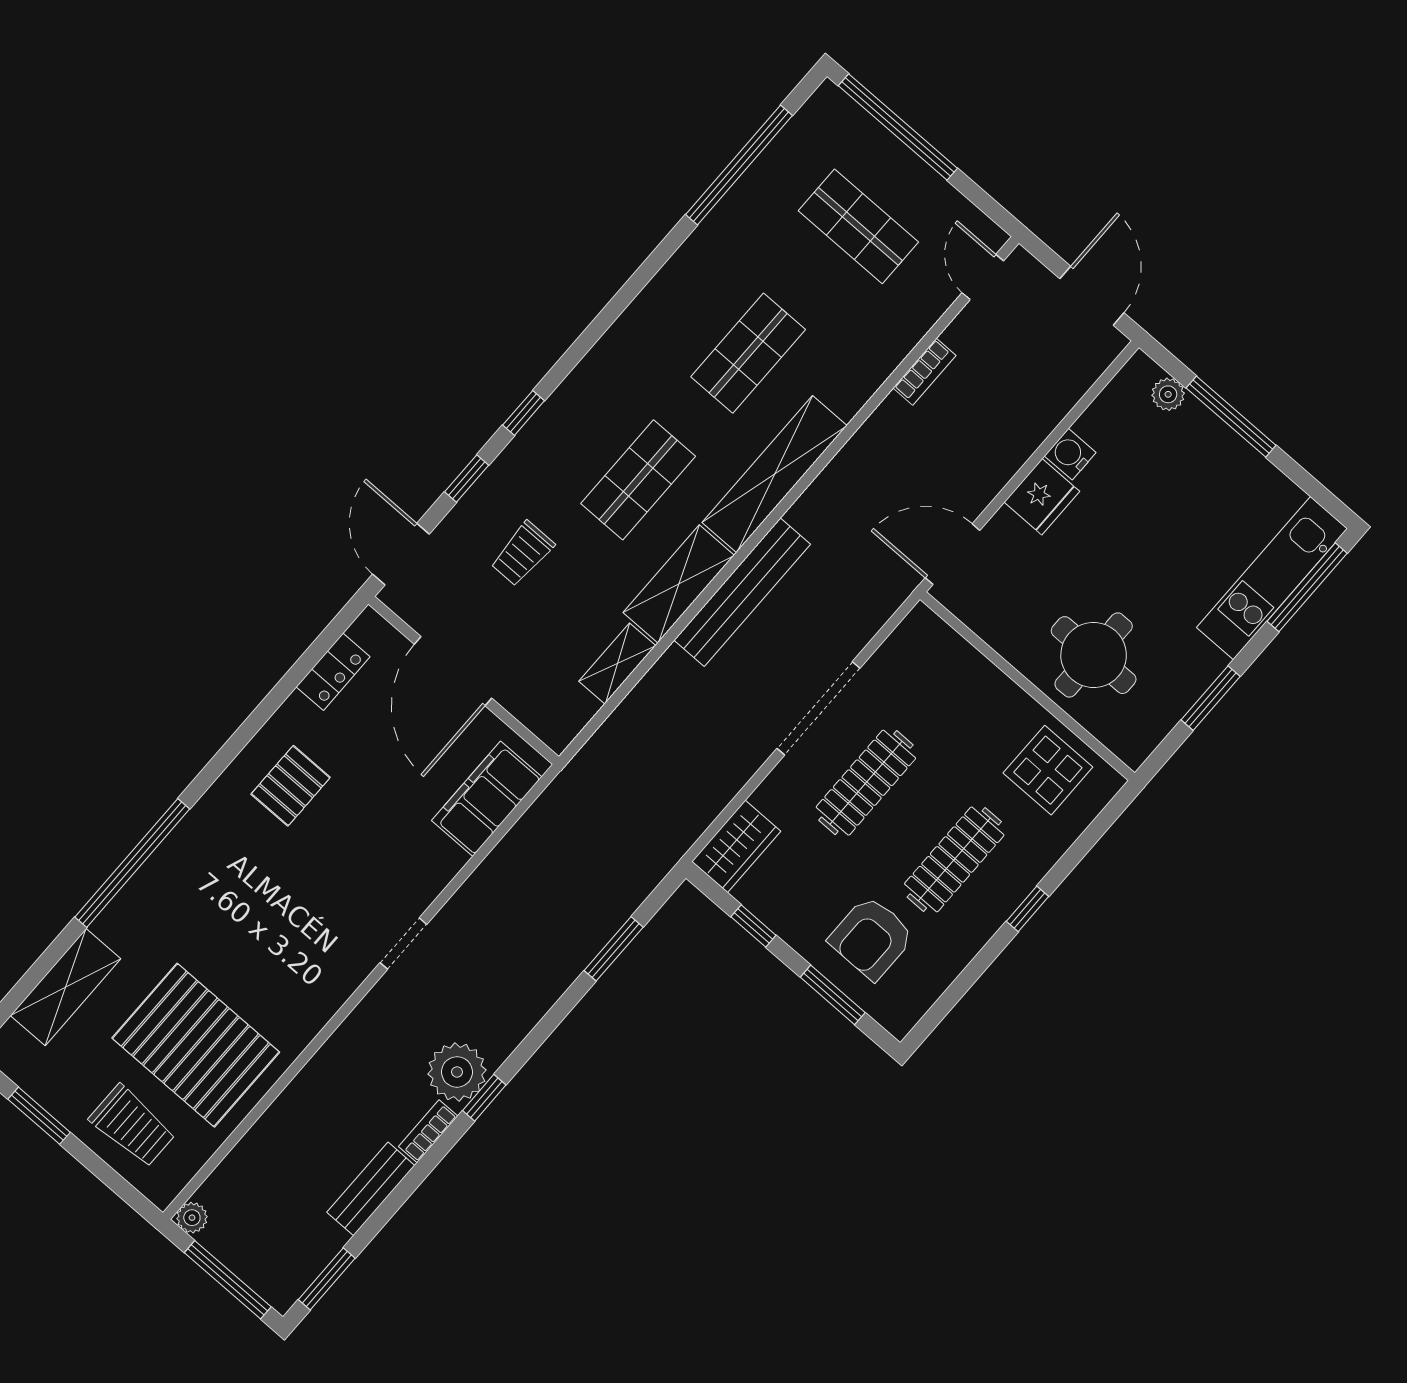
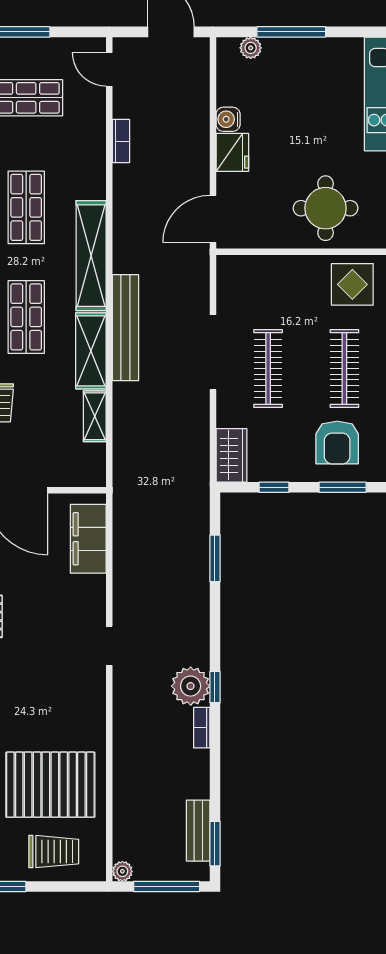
bench: (371, 1189) -> (198, 831), moved

